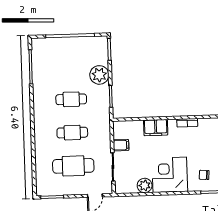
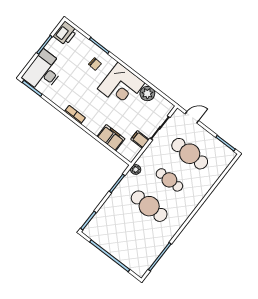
plant: (99, 75) -> (136, 169), moved, width x0.53, depth x0.53
cafe table: (71, 99) -> (149, 206), width x1.37, depth x1.35
filing cabinet: (156, 128) -> (111, 138), moved

